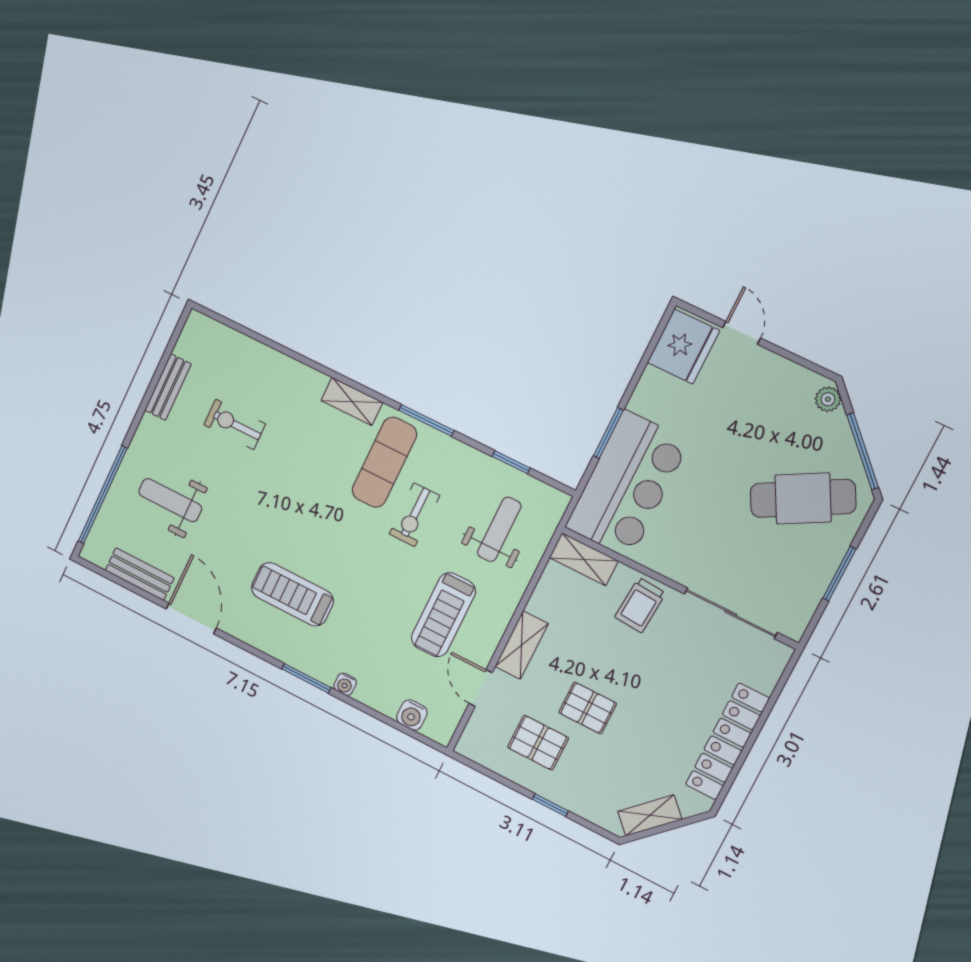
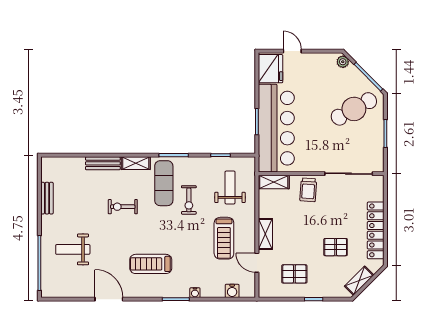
exercise bike: (235, 424) -> (123, 207), moved
bar counter: (627, 484) -> (276, 128), width x1.36
bench: (140, 574) -> (103, 163), moved
pallet: (588, 708) -> (336, 247), moved

